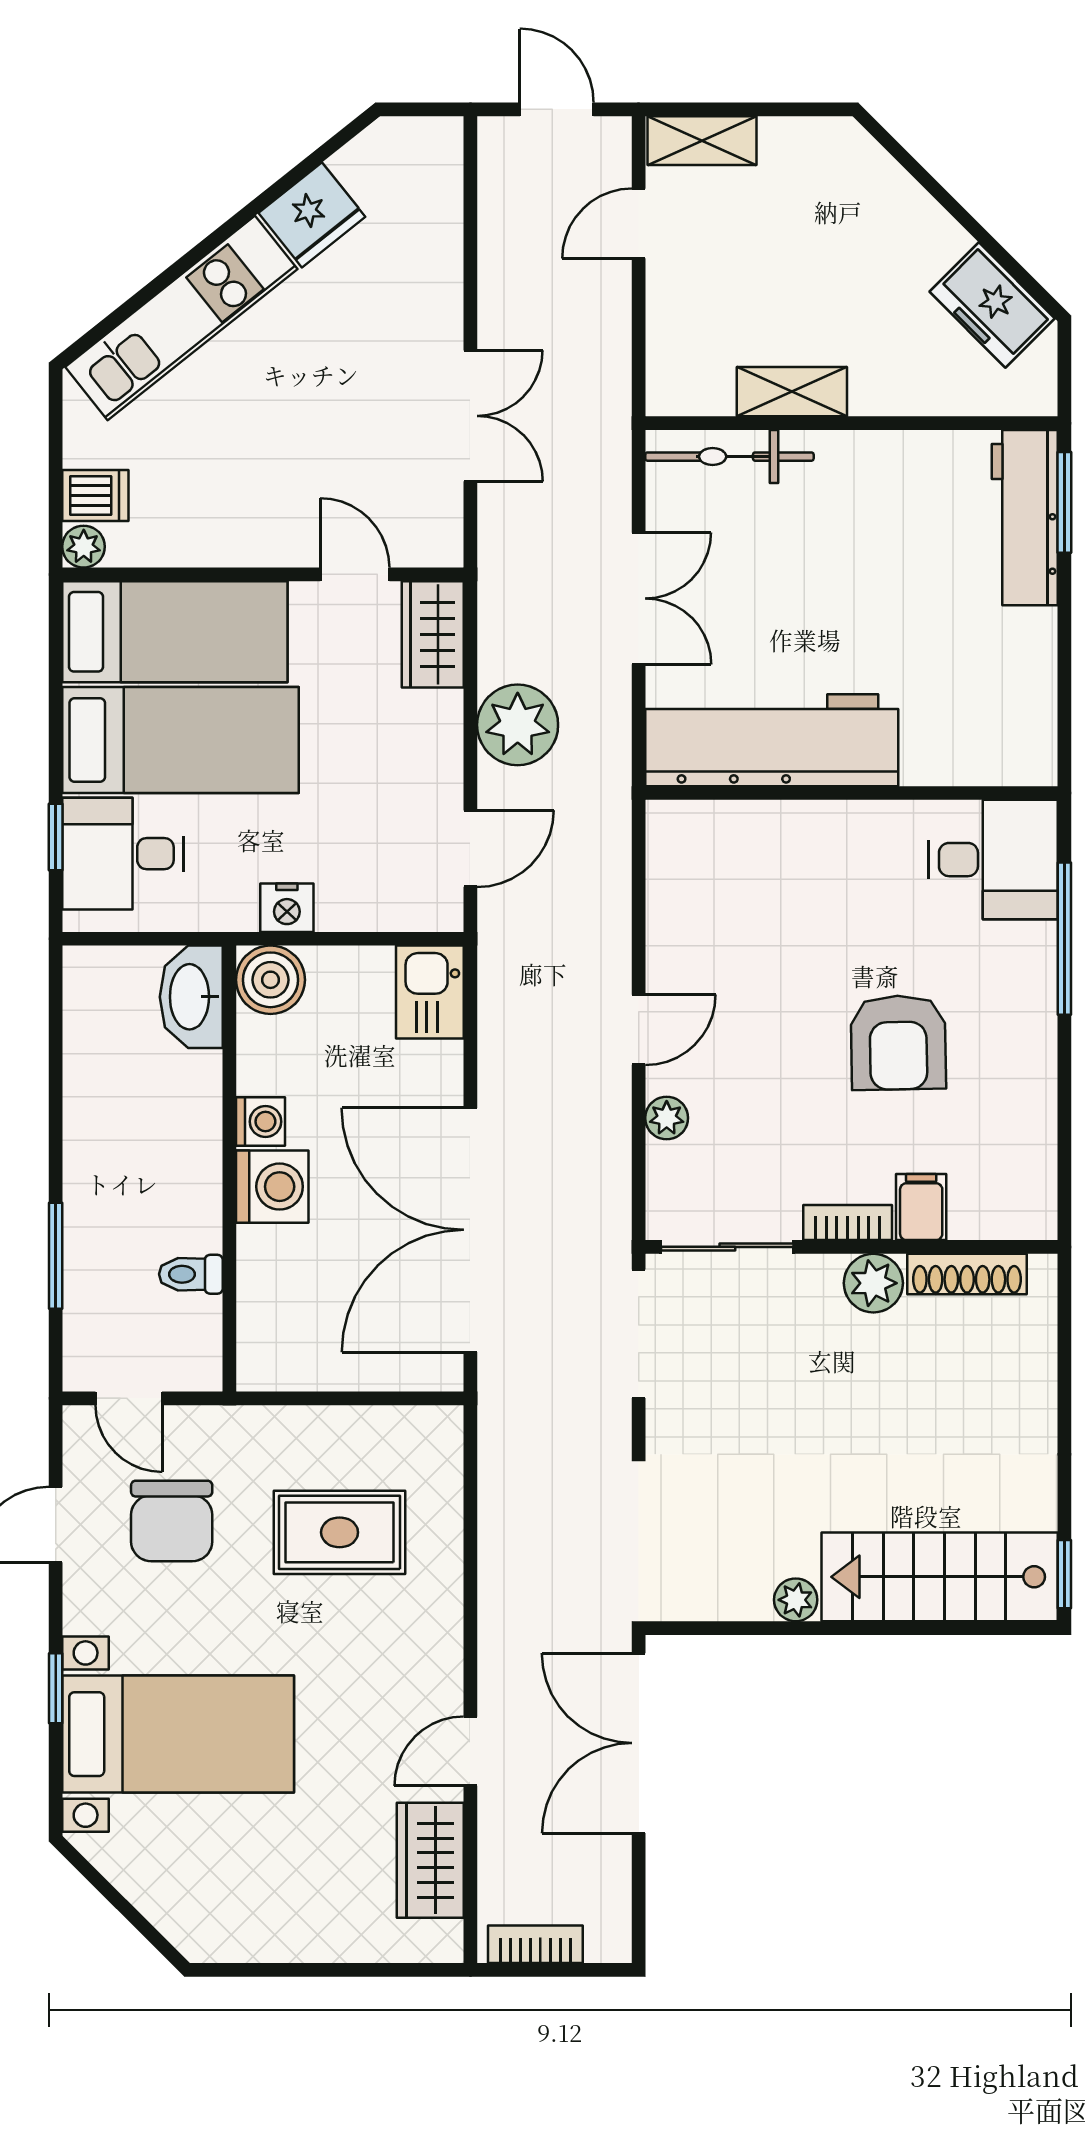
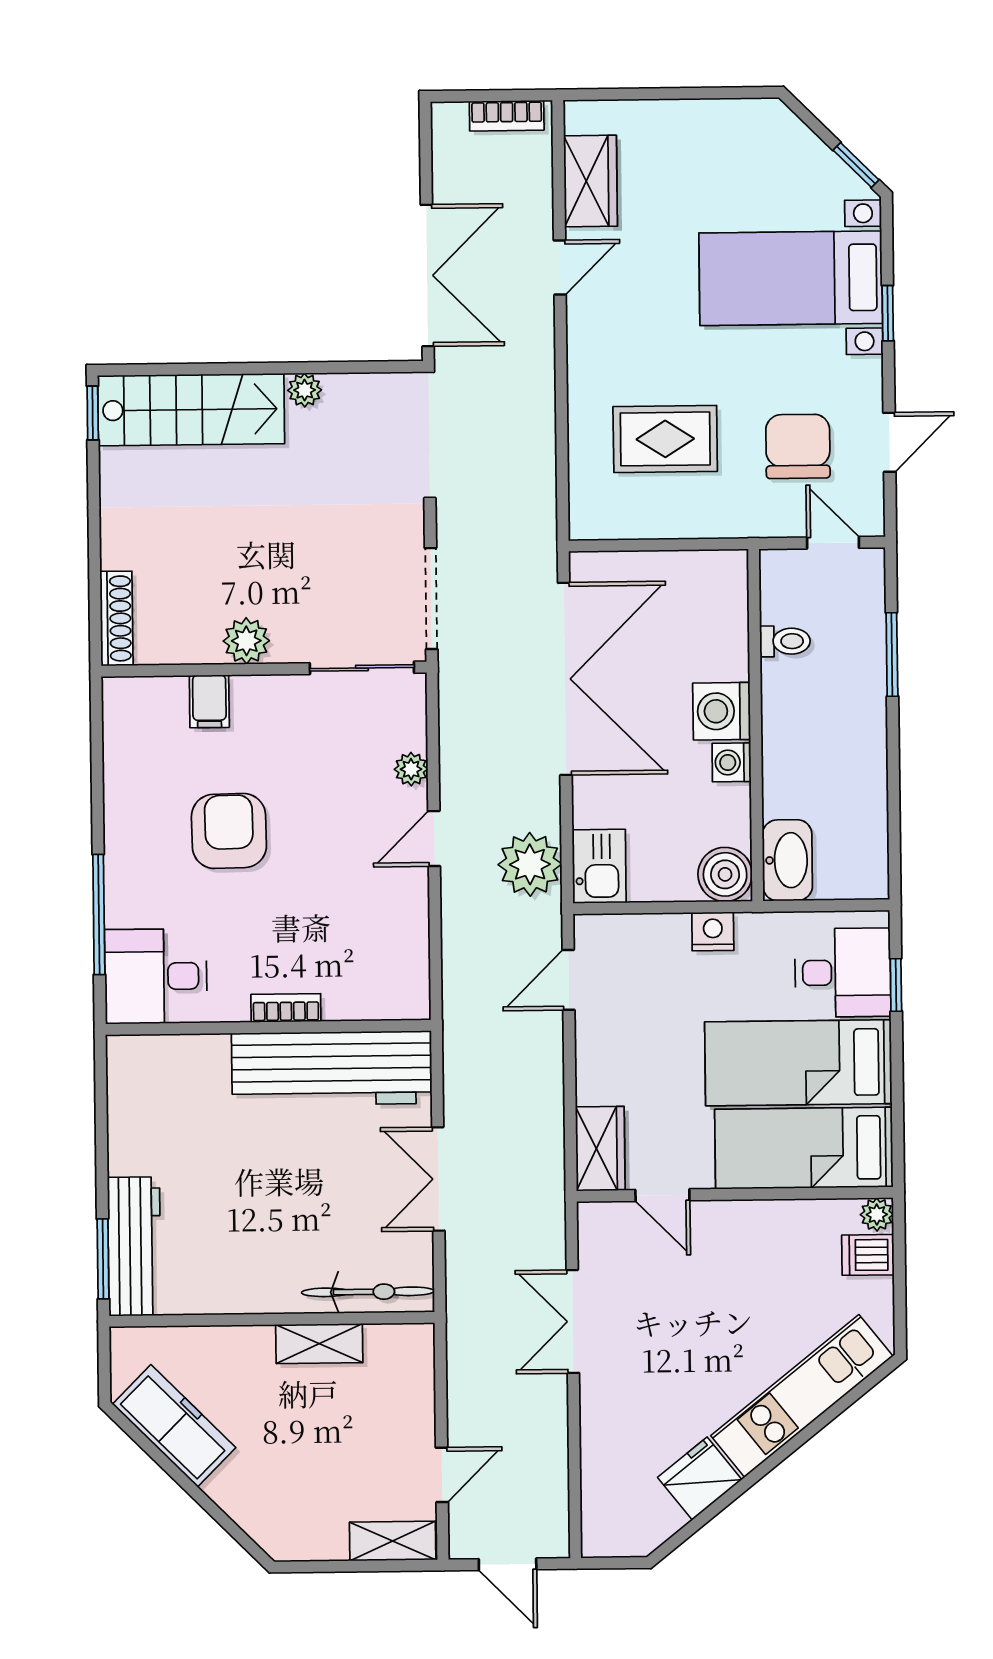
freezer: (992, 305) -> (174, 1426), width x1.40
plant: (518, 725) -> (530, 864), moved
bookcase: (848, 1223) -> (286, 1008), moved, turned 180
shoe rack: (967, 1274) -> (117, 618), moved, turned 90
window: (94, 1876) -> (856, 165), added

